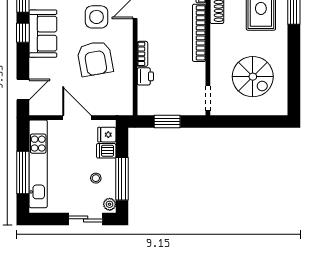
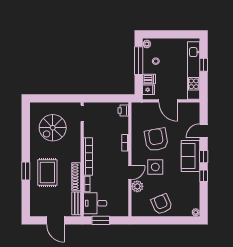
printer: (145, 76) -> (123, 110), moved
spiral stairs: (253, 77) -> (53, 128), turned -90
door: (23, 90) -> (204, 131), moved
window: (167, 121) -> (109, 98), removed
window: (23, 173) -> (204, 65), width x0.46
sliding door: (86, 219) -> (162, 34), removed

